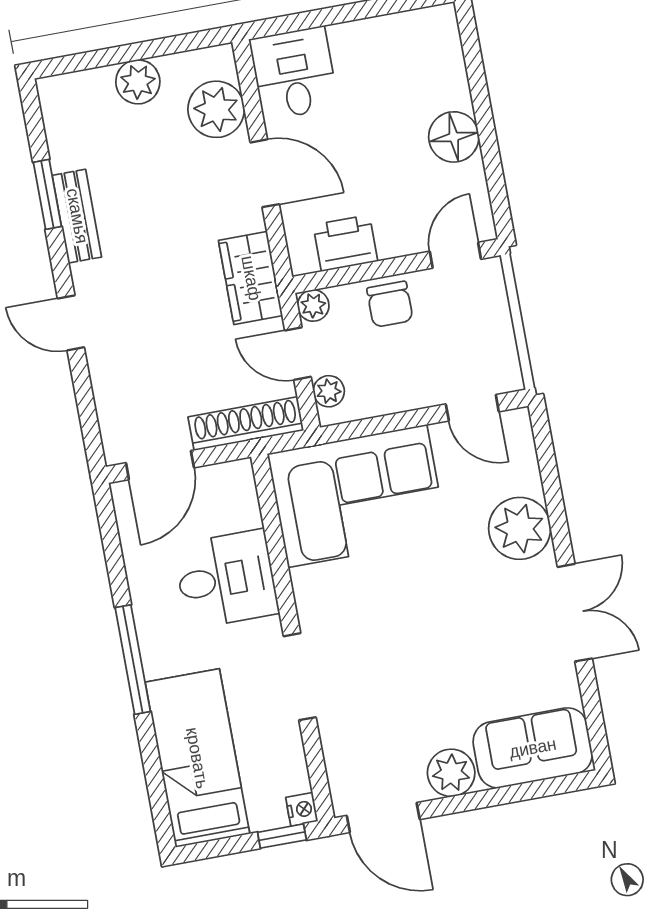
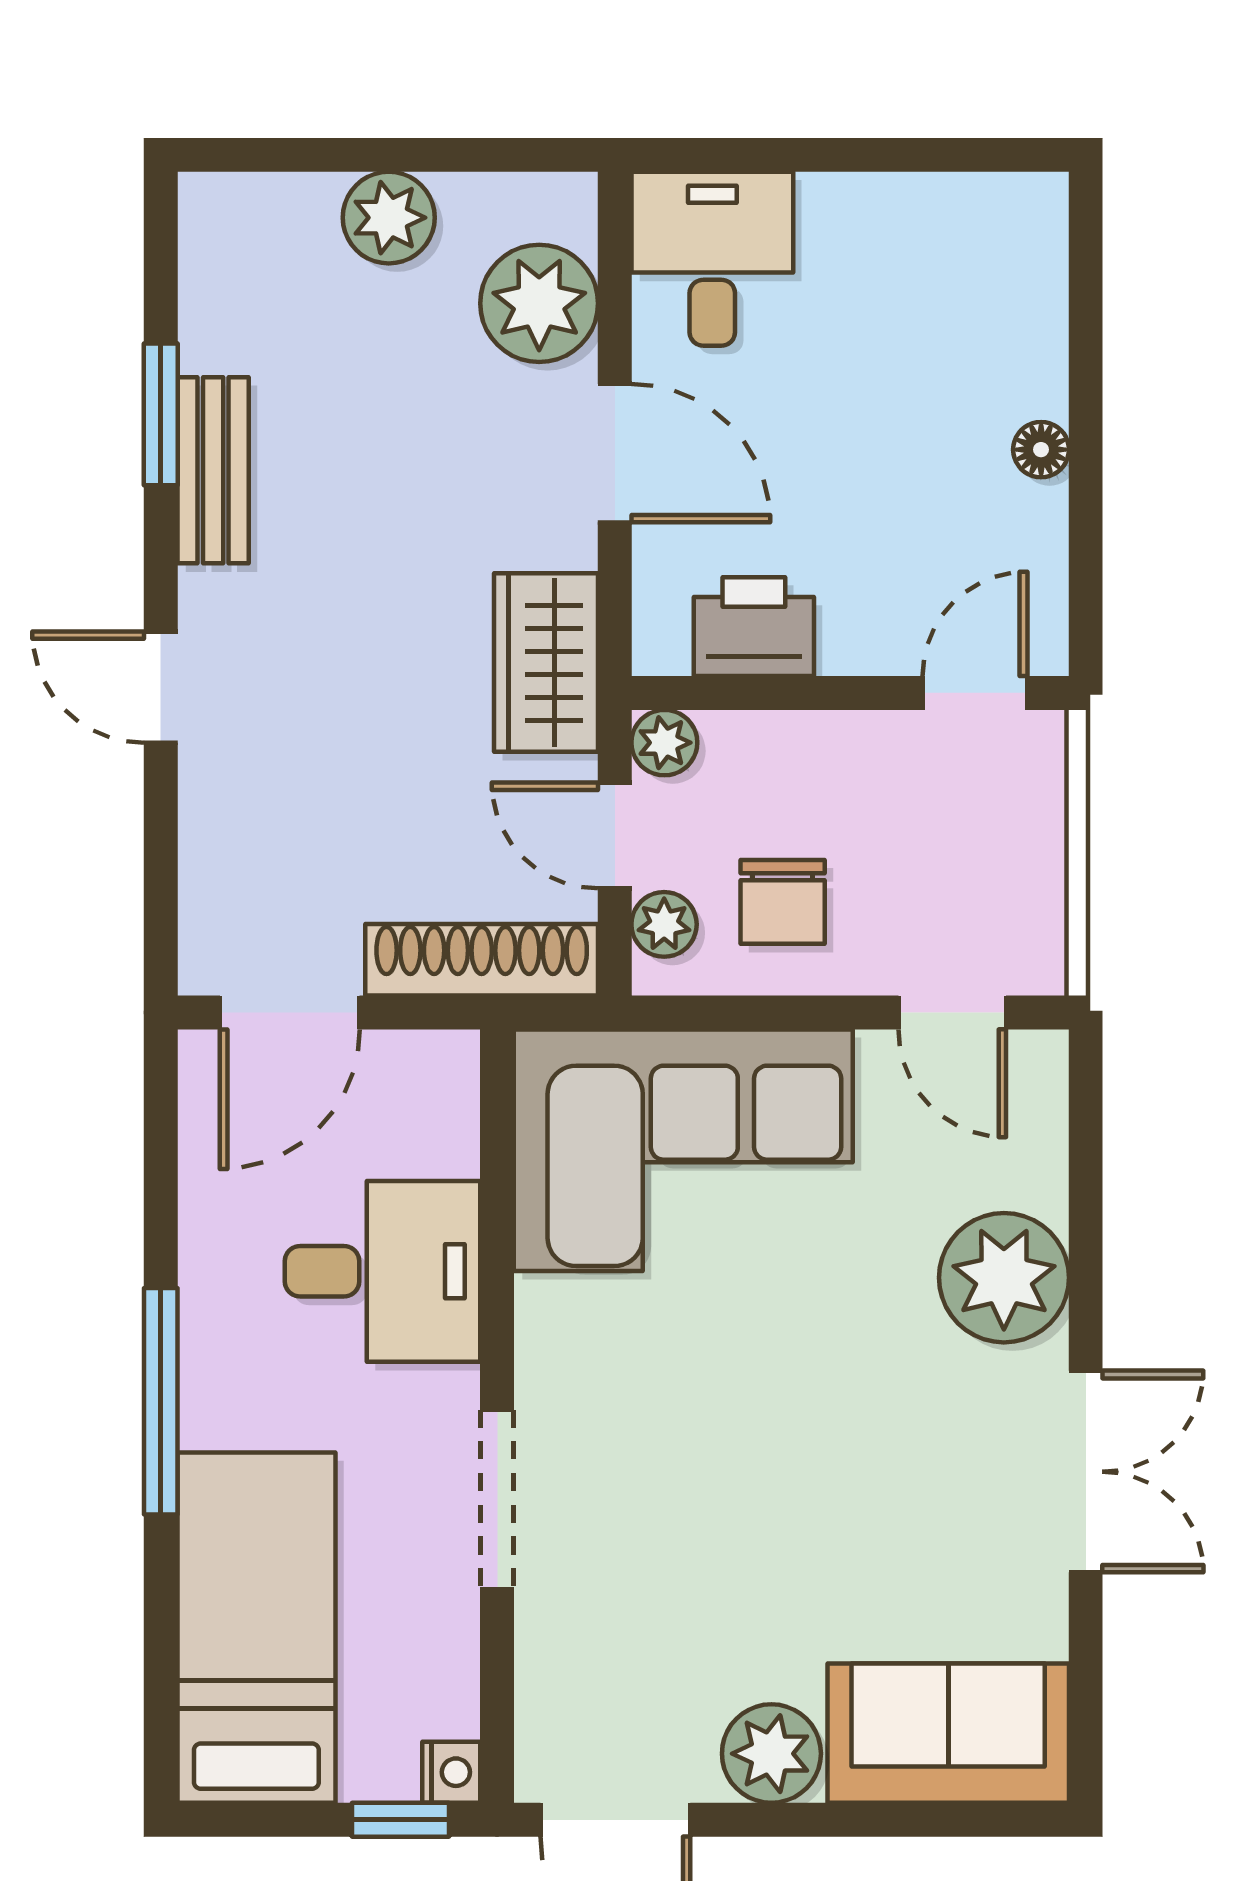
floor lamp: (454, 137) -> (1041, 450), width x0.53, depth x0.53
chair: (390, 304) -> (783, 902), moved

